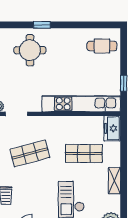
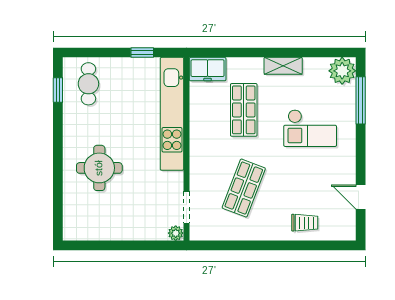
window: (42, 25) -> (58, 90), moved
round table: (30, 50) -> (99, 168), moved
shop shelf: (30, 153) -> (244, 188), turned 36

